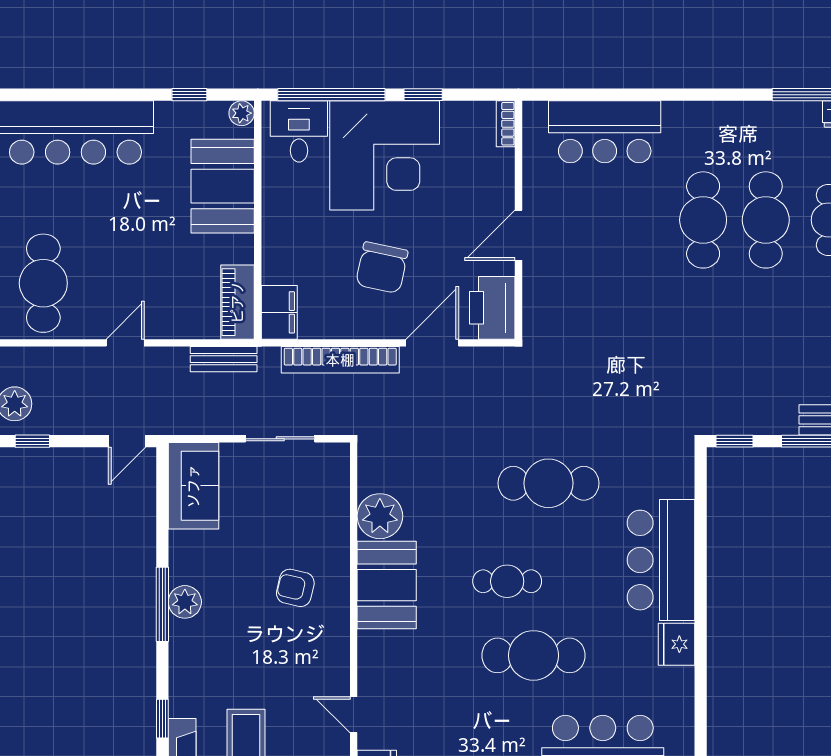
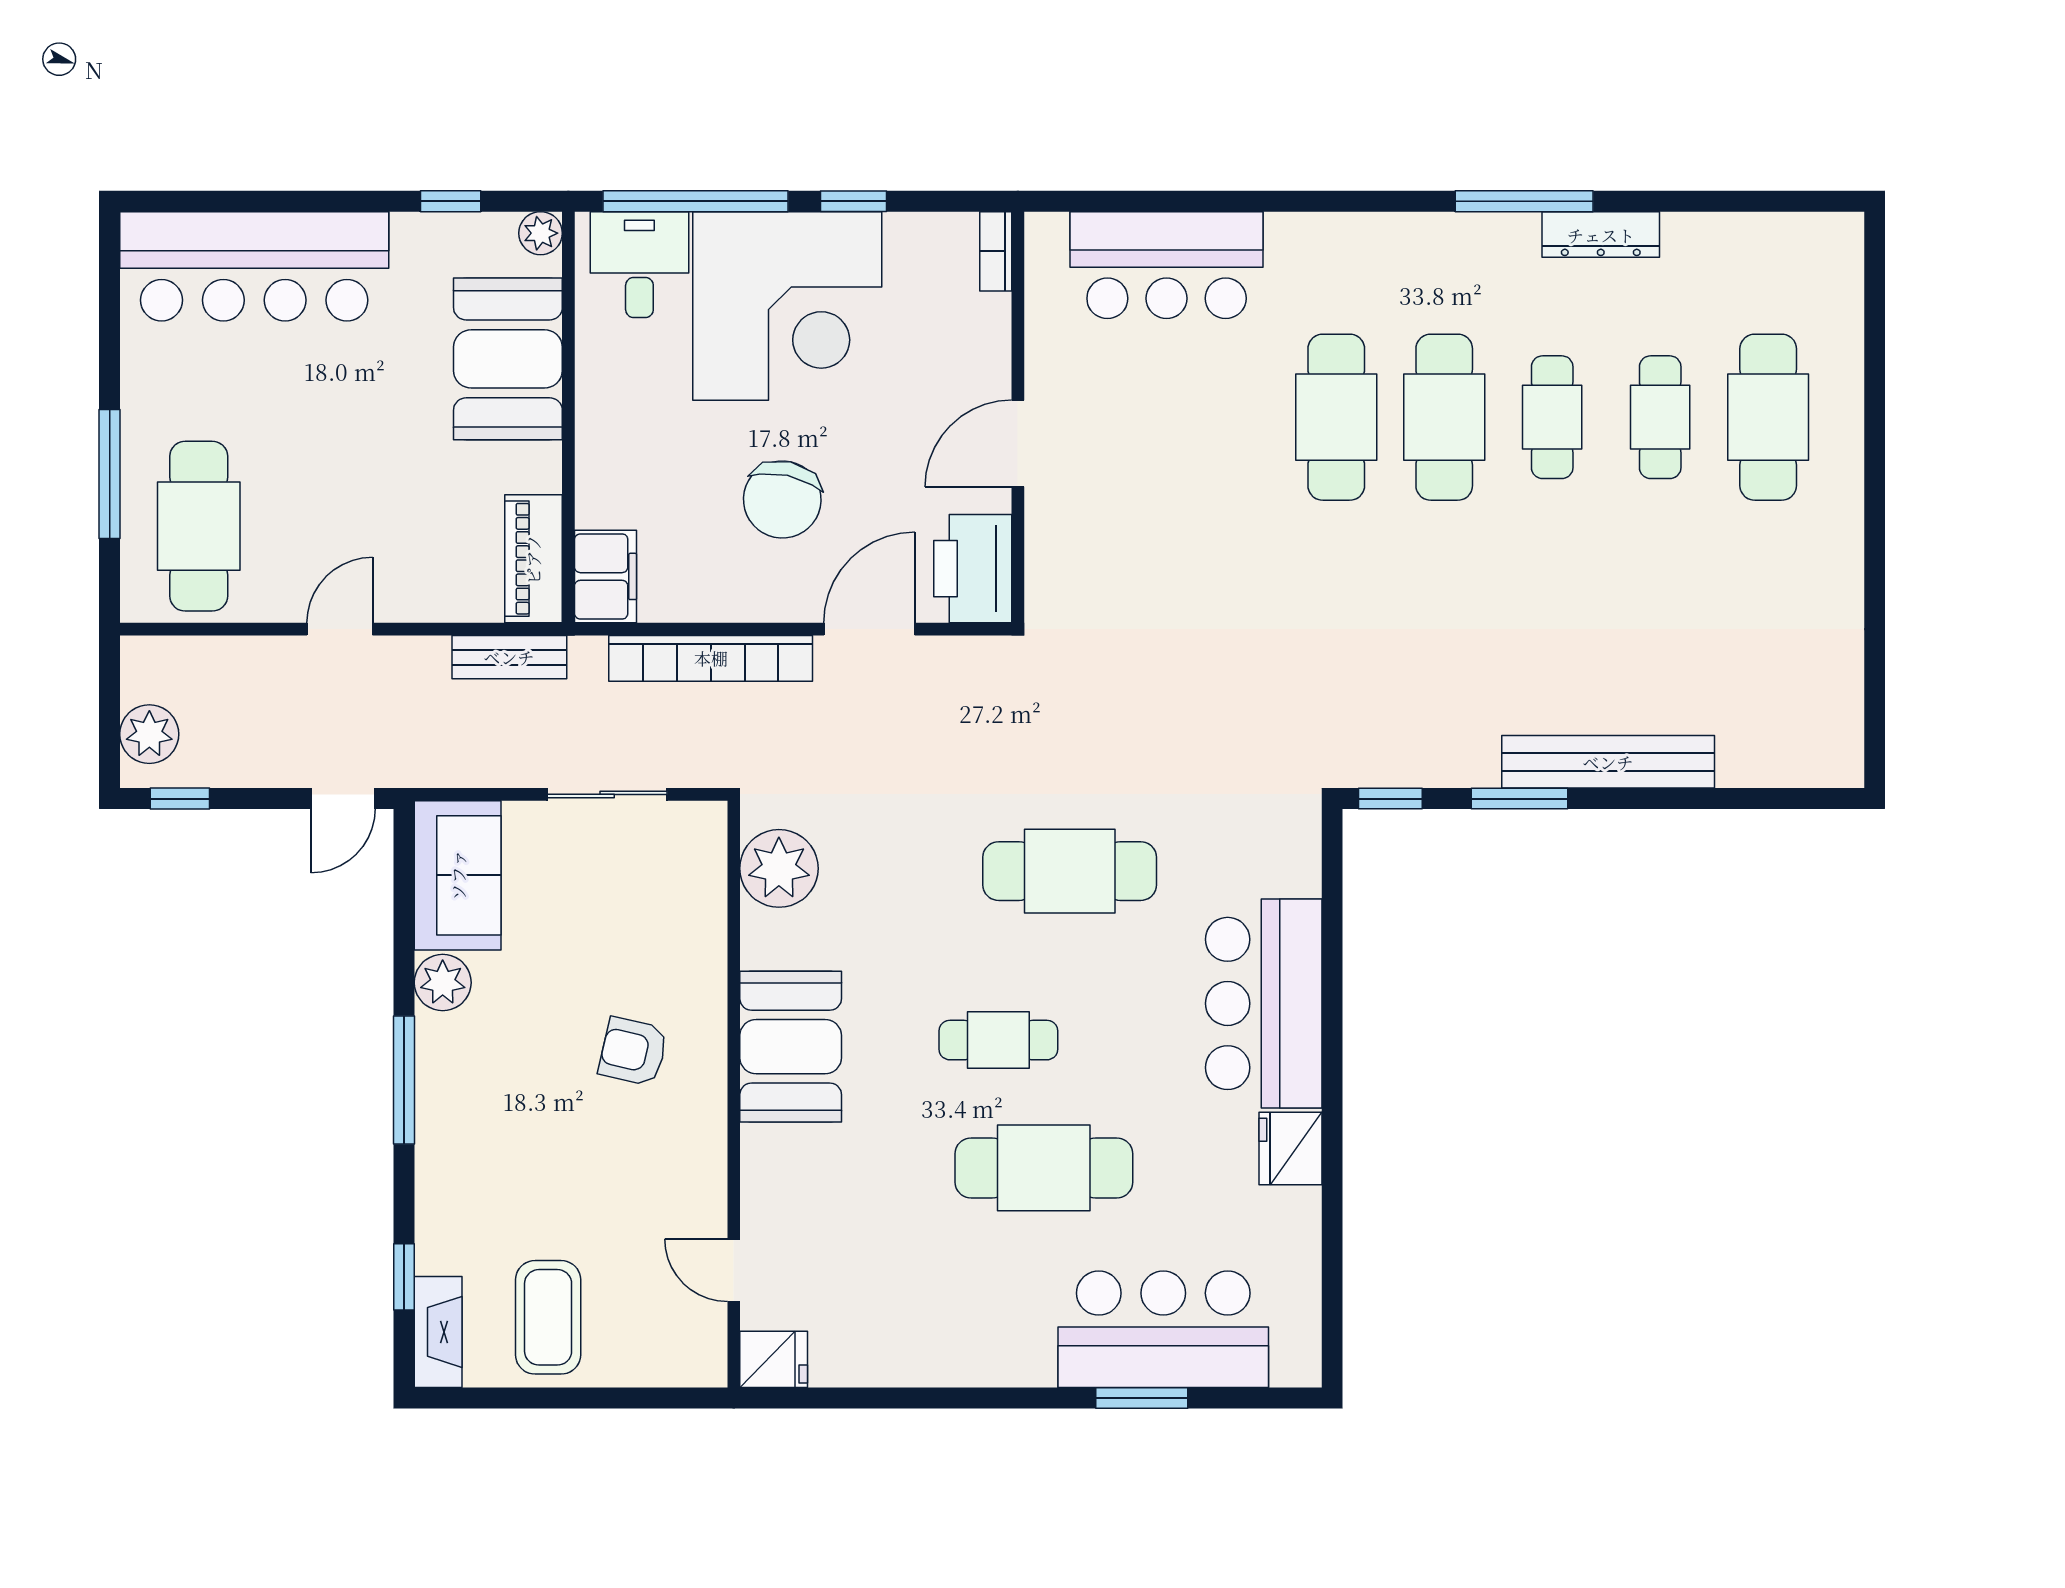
plant: (380, 516) -> (779, 868), moved
plant: (185, 602) -> (443, 983), moved

